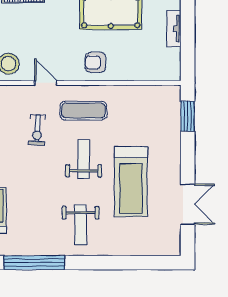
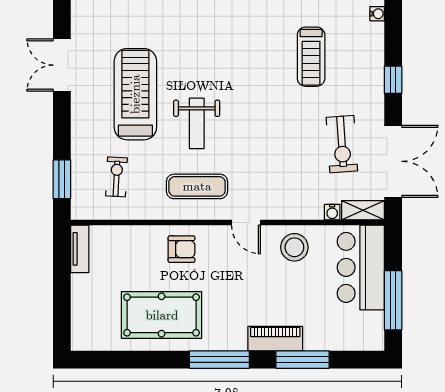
tv unit: (174, 29) -> (80, 249), moved
exercise bike: (37, 130) -> (116, 177), moved
weight bench: (81, 225) -> (201, 38), removed

